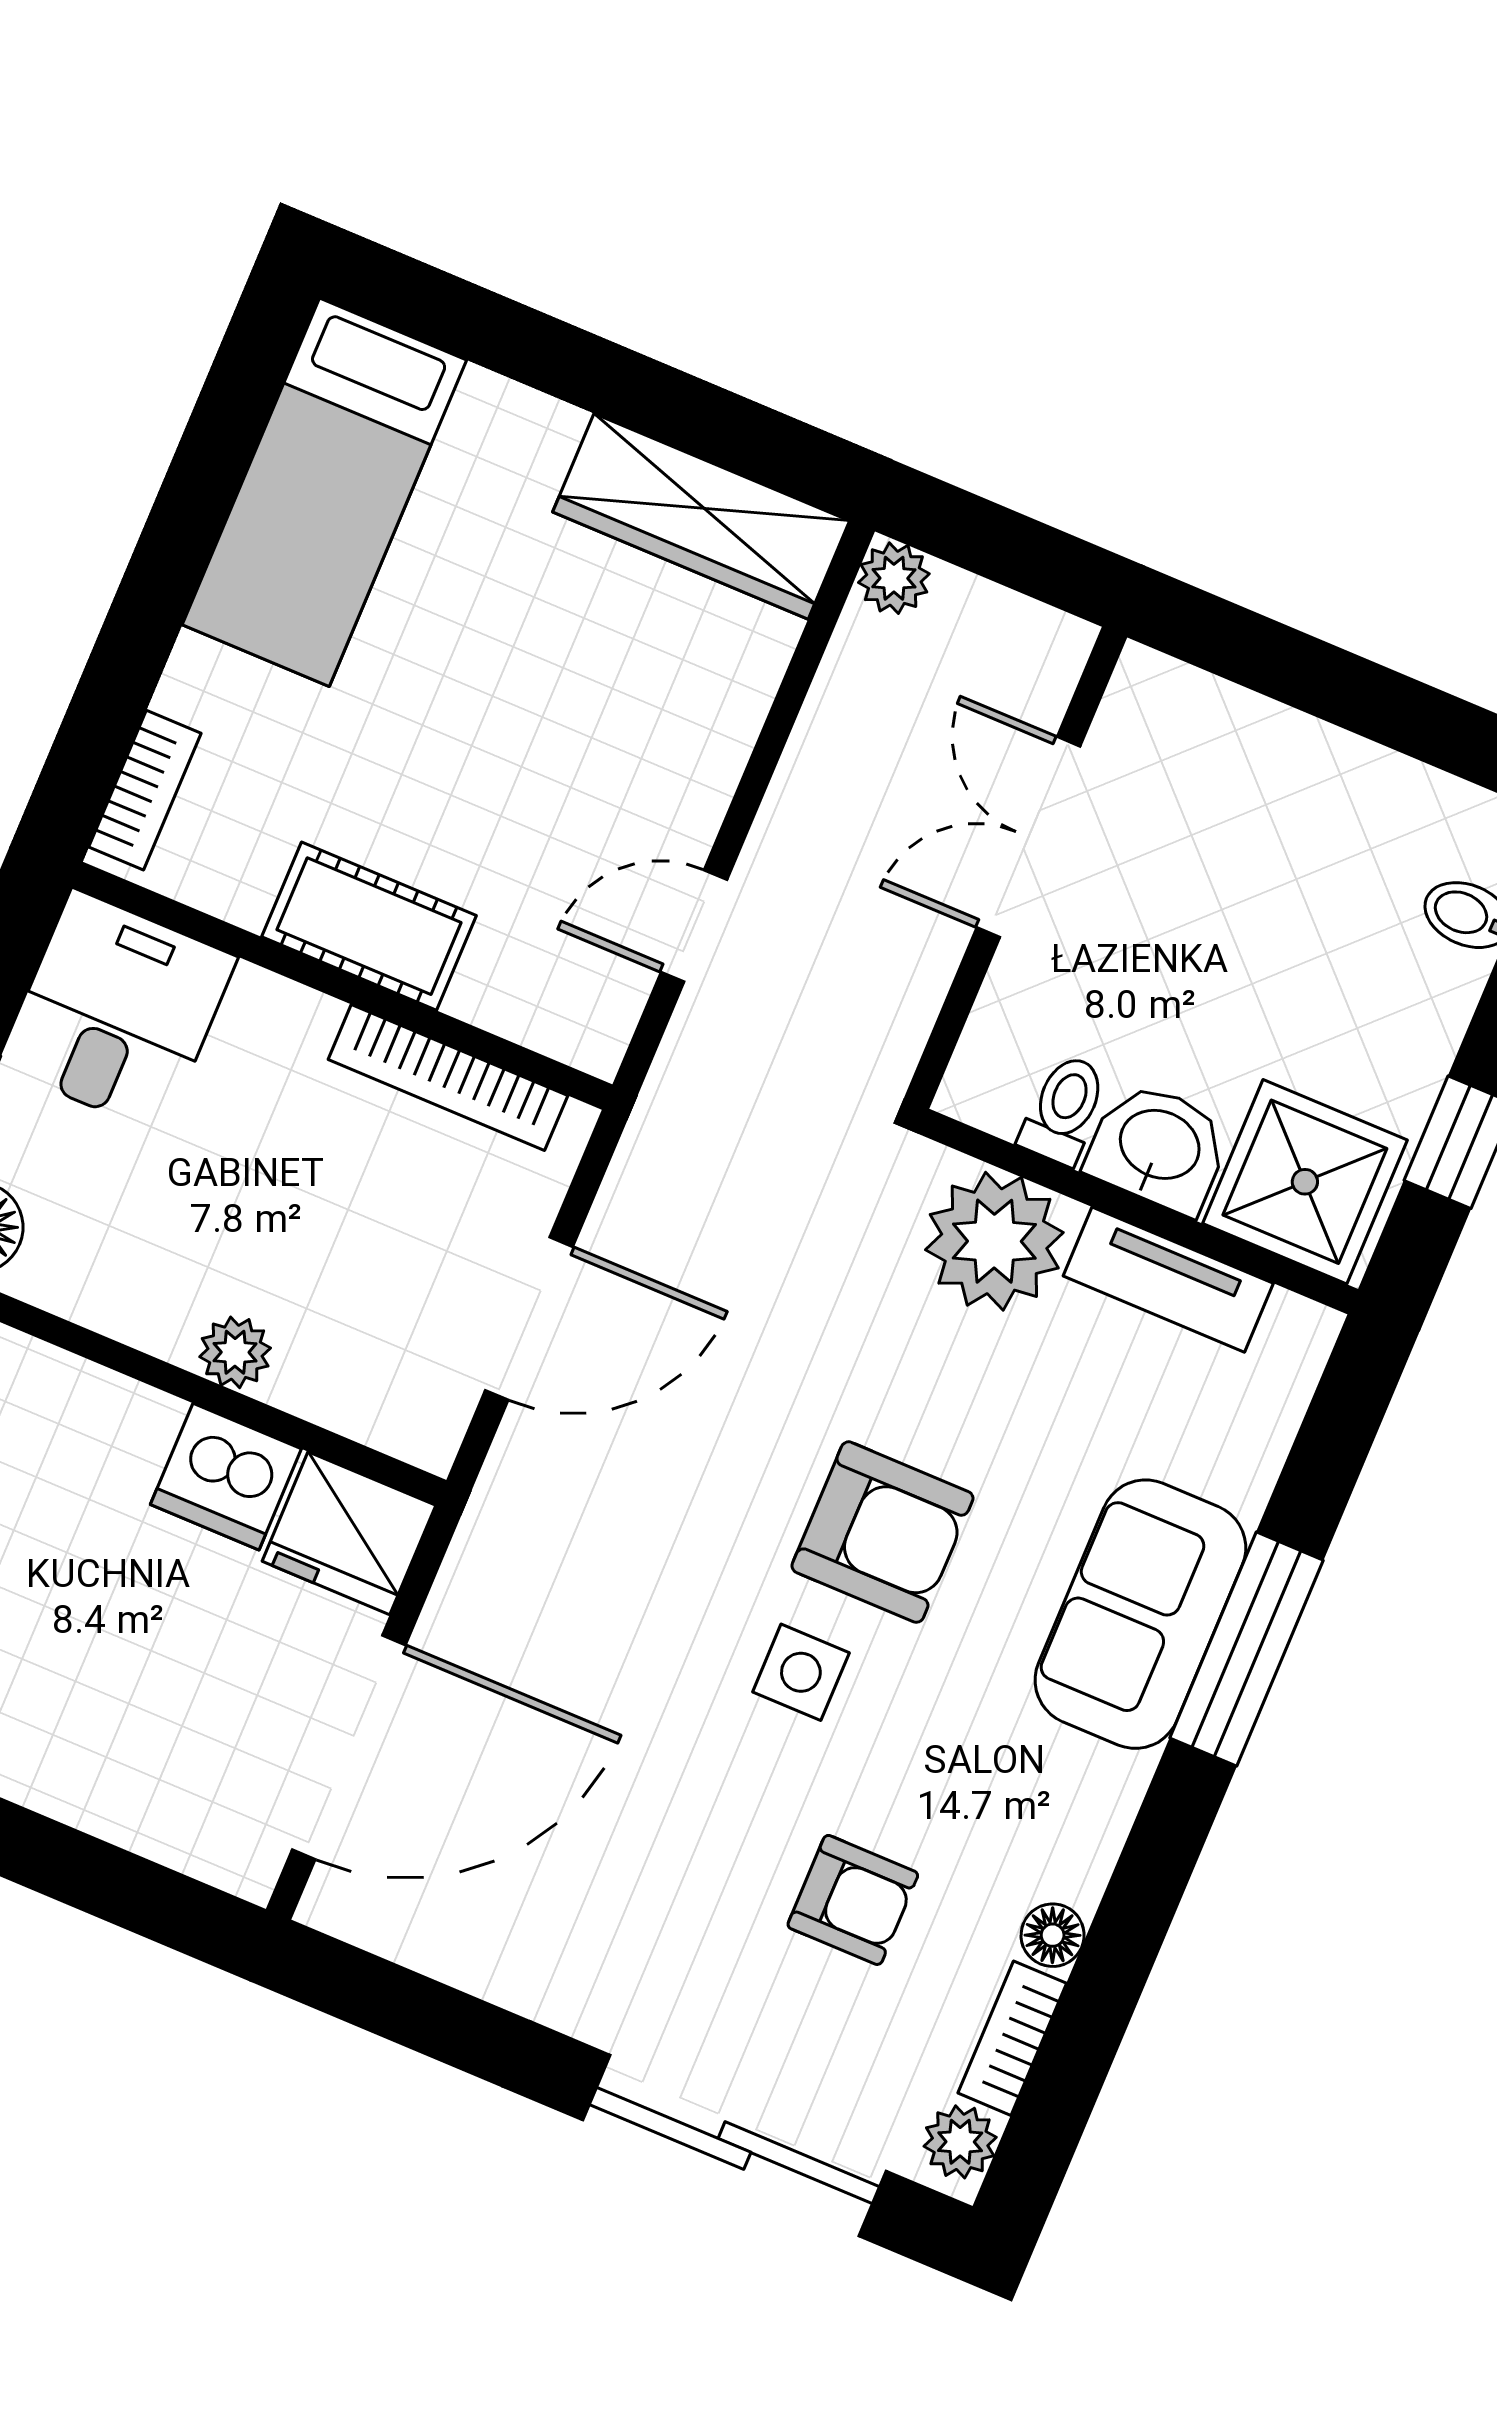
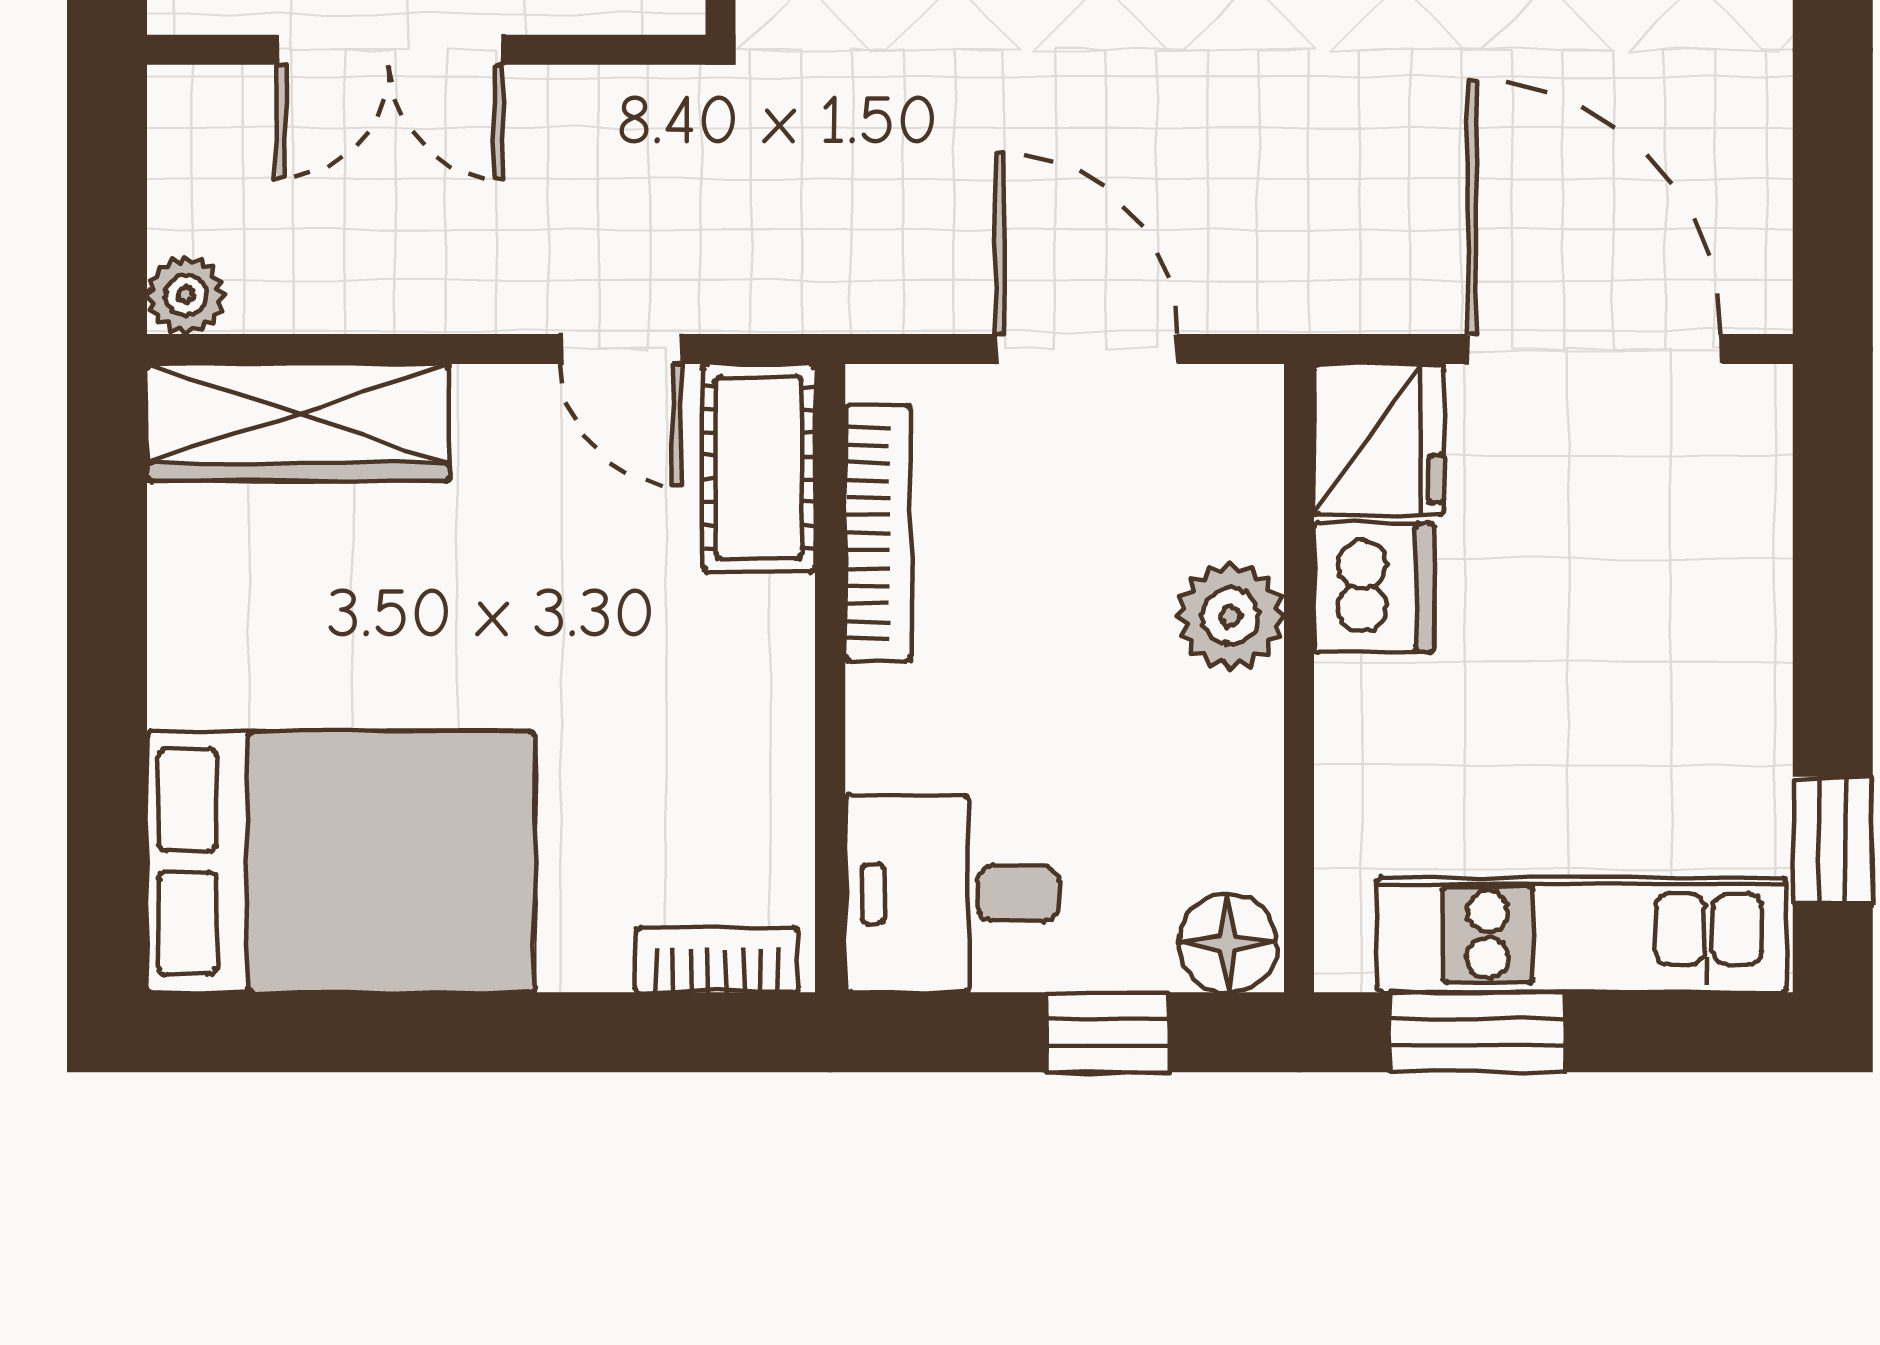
bed: (324, 492) -> (341, 862), width x1.50
wardrobe: (701, 516) -> (298, 423), moved, turned 90
cot: (369, 926) -> (759, 468), moved
plant: (235, 1352) -> (1230, 616), width x1.38, depth x1.38

